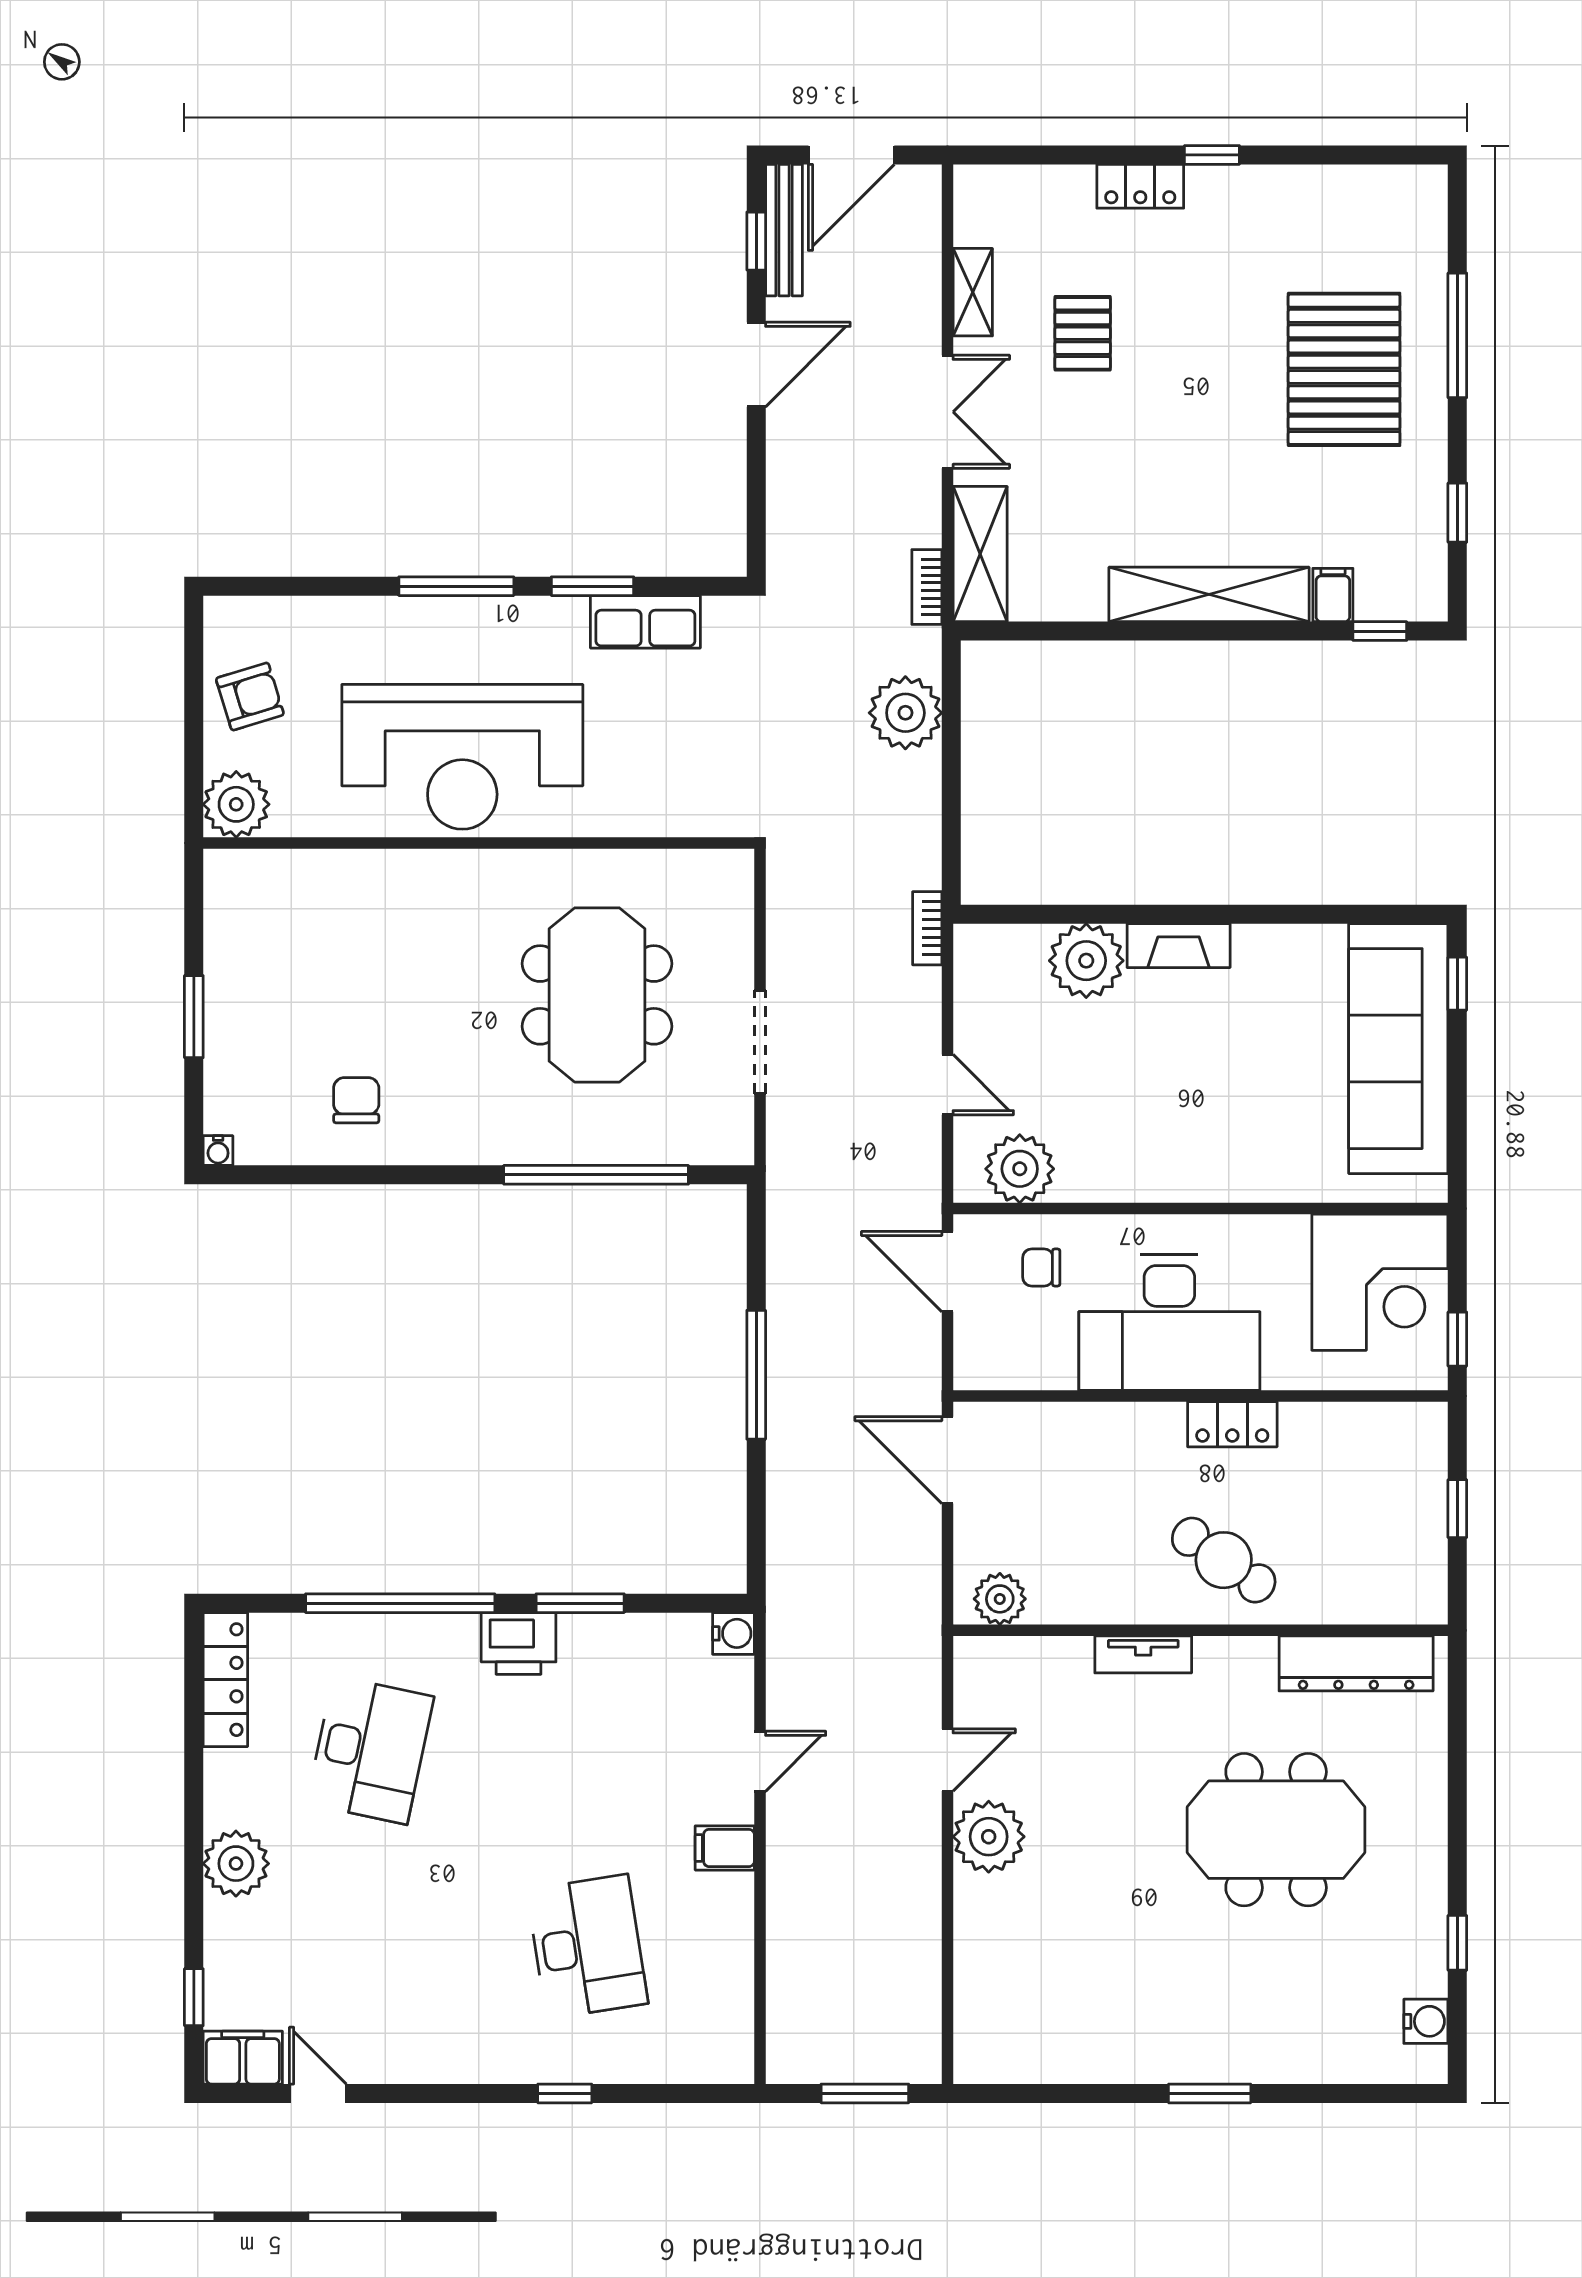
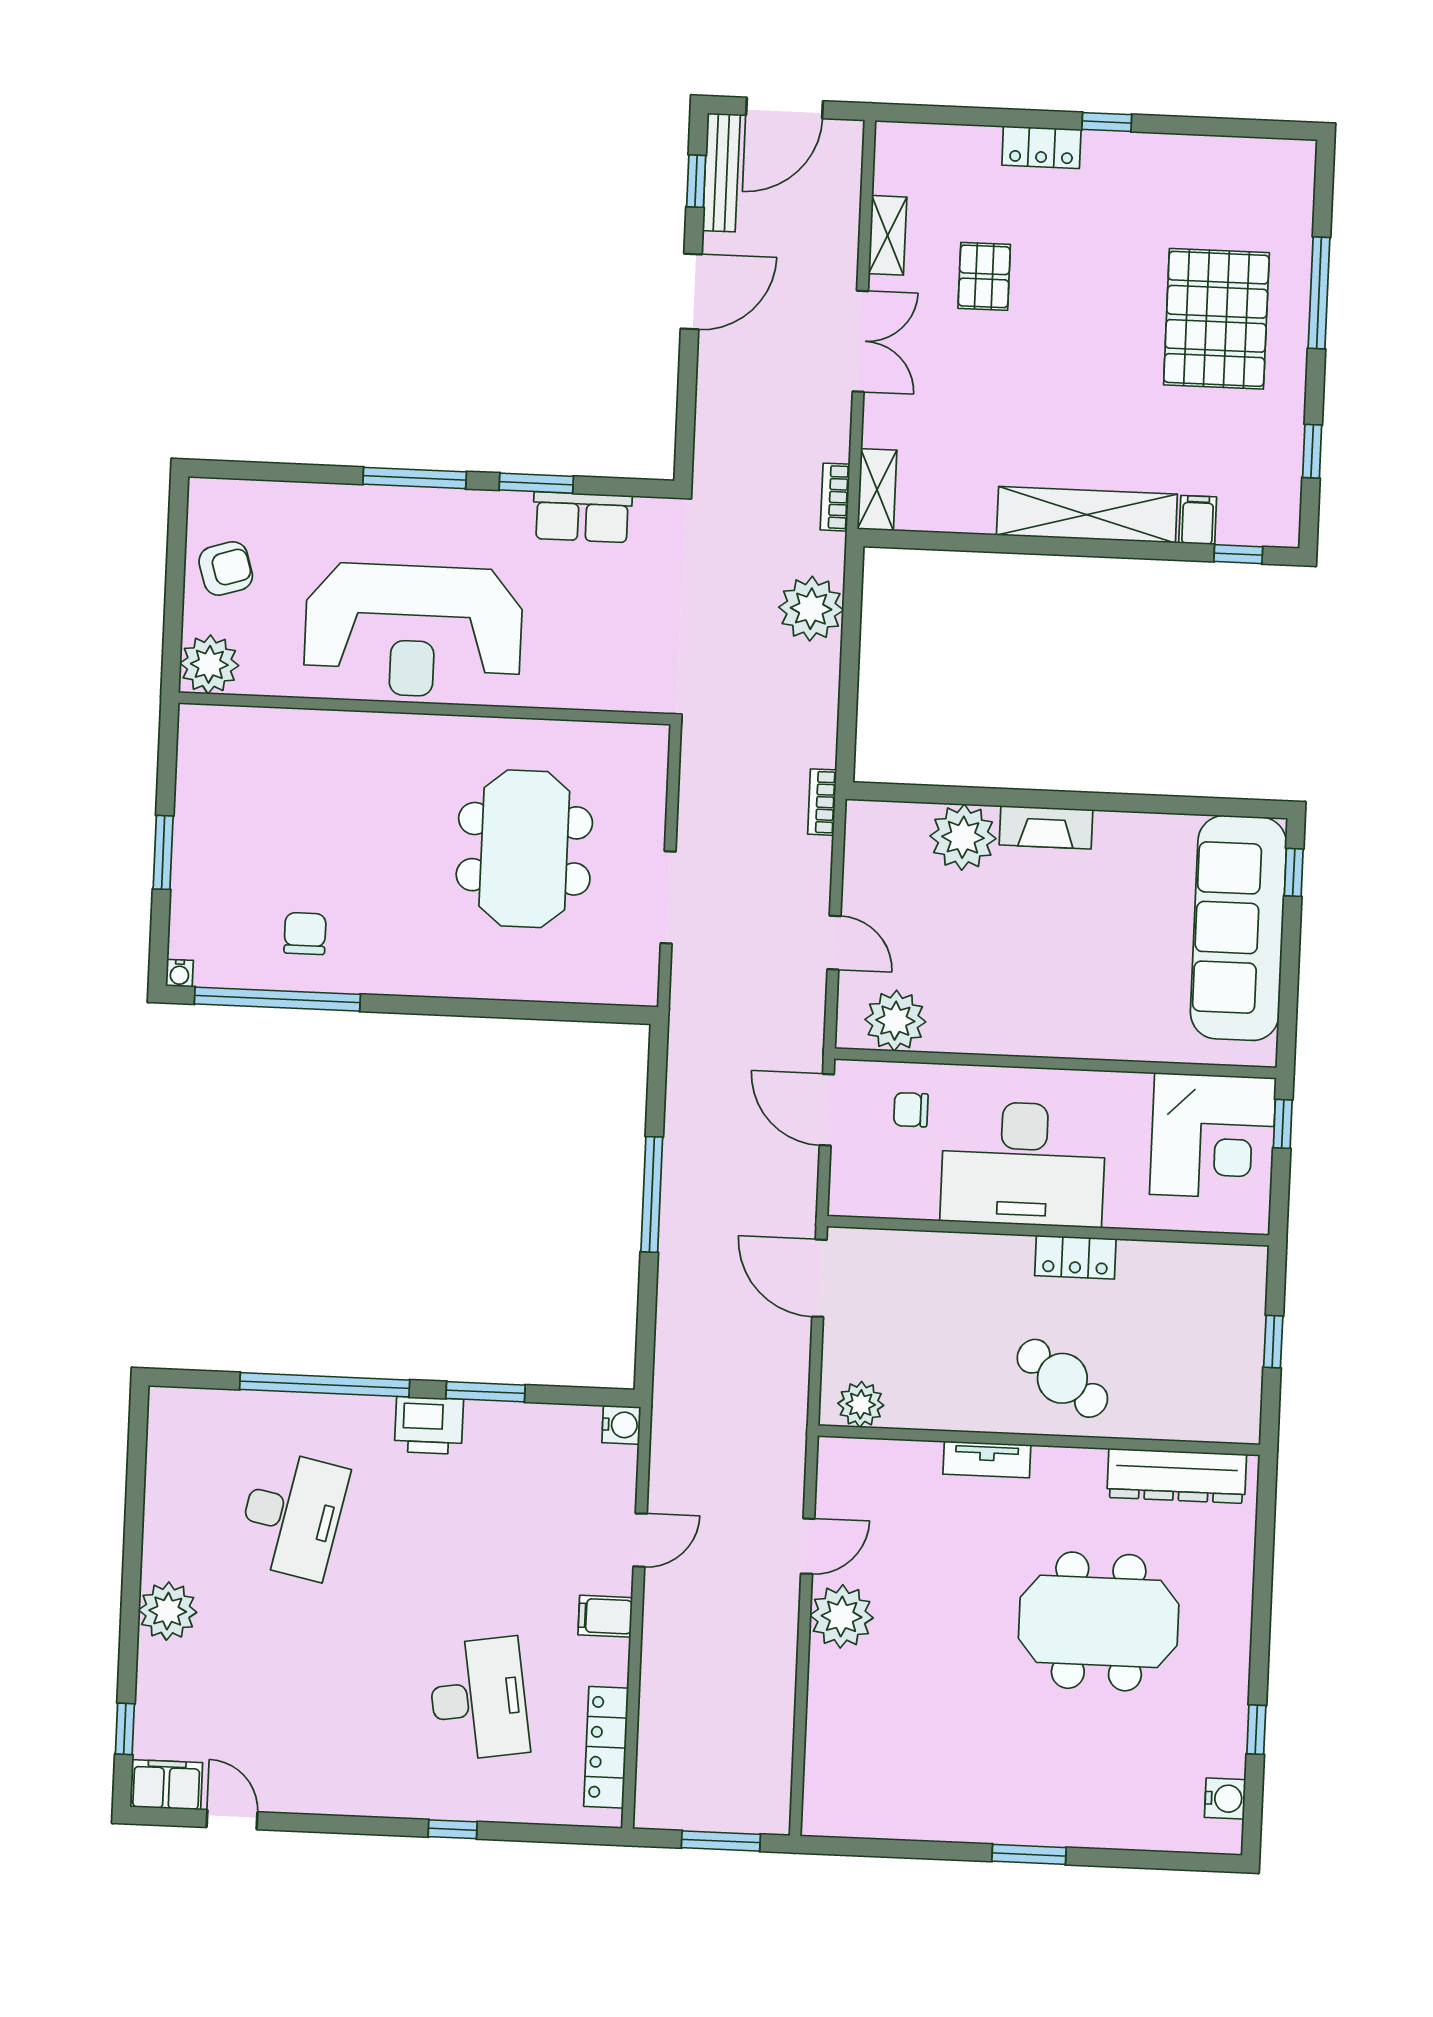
shelving: (980, 554) -> (877, 490), width x0.67, depth x0.75
window: (596, 1175) -> (277, 999), moved
window: (1457, 1339) -> (1283, 1124), moved
locker: (225, 1680) -> (606, 1747), moved, turned 180

